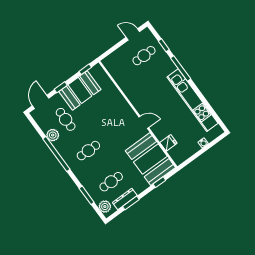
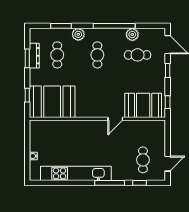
booth: (80, 90) -> (143, 105), moved, turned 90
door: (144, 122) -> (115, 119), moved
fridge: (168, 143) -> (55, 127), removed
plant: (105, 207) -> (78, 34), moved

